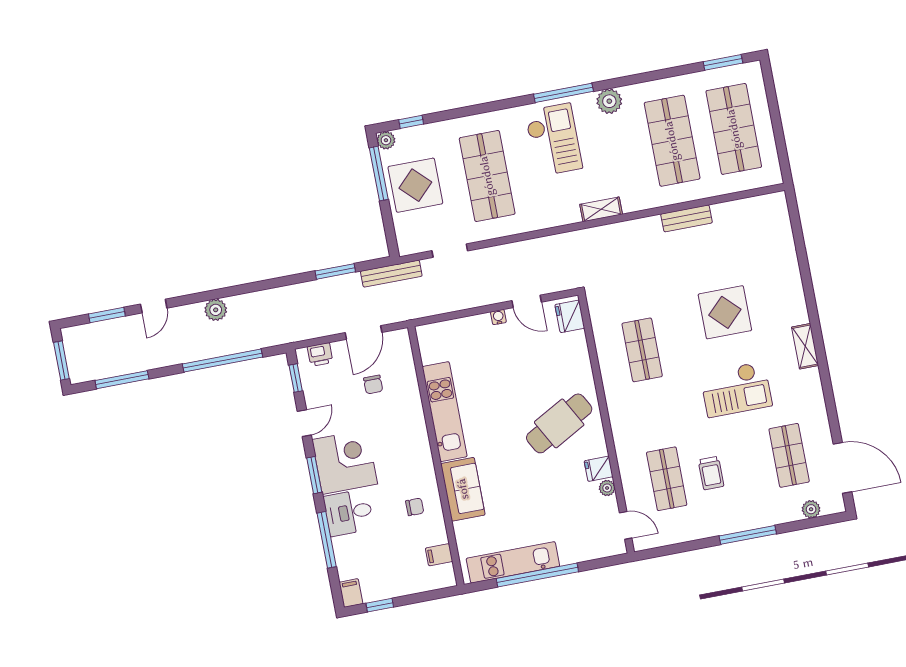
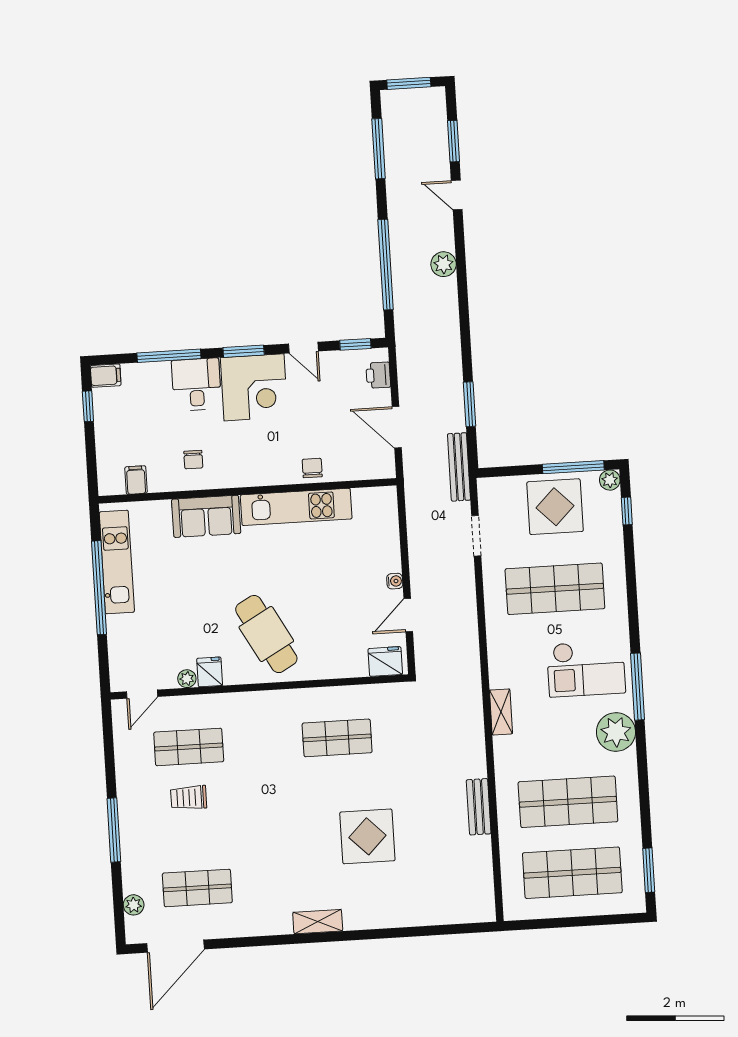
plant: (609, 101) -> (616, 732), width x1.36, depth x1.36
chair: (373, 385) -> (312, 468), moved, turned 90
checkout: (736, 389) -> (279, 838), removed

